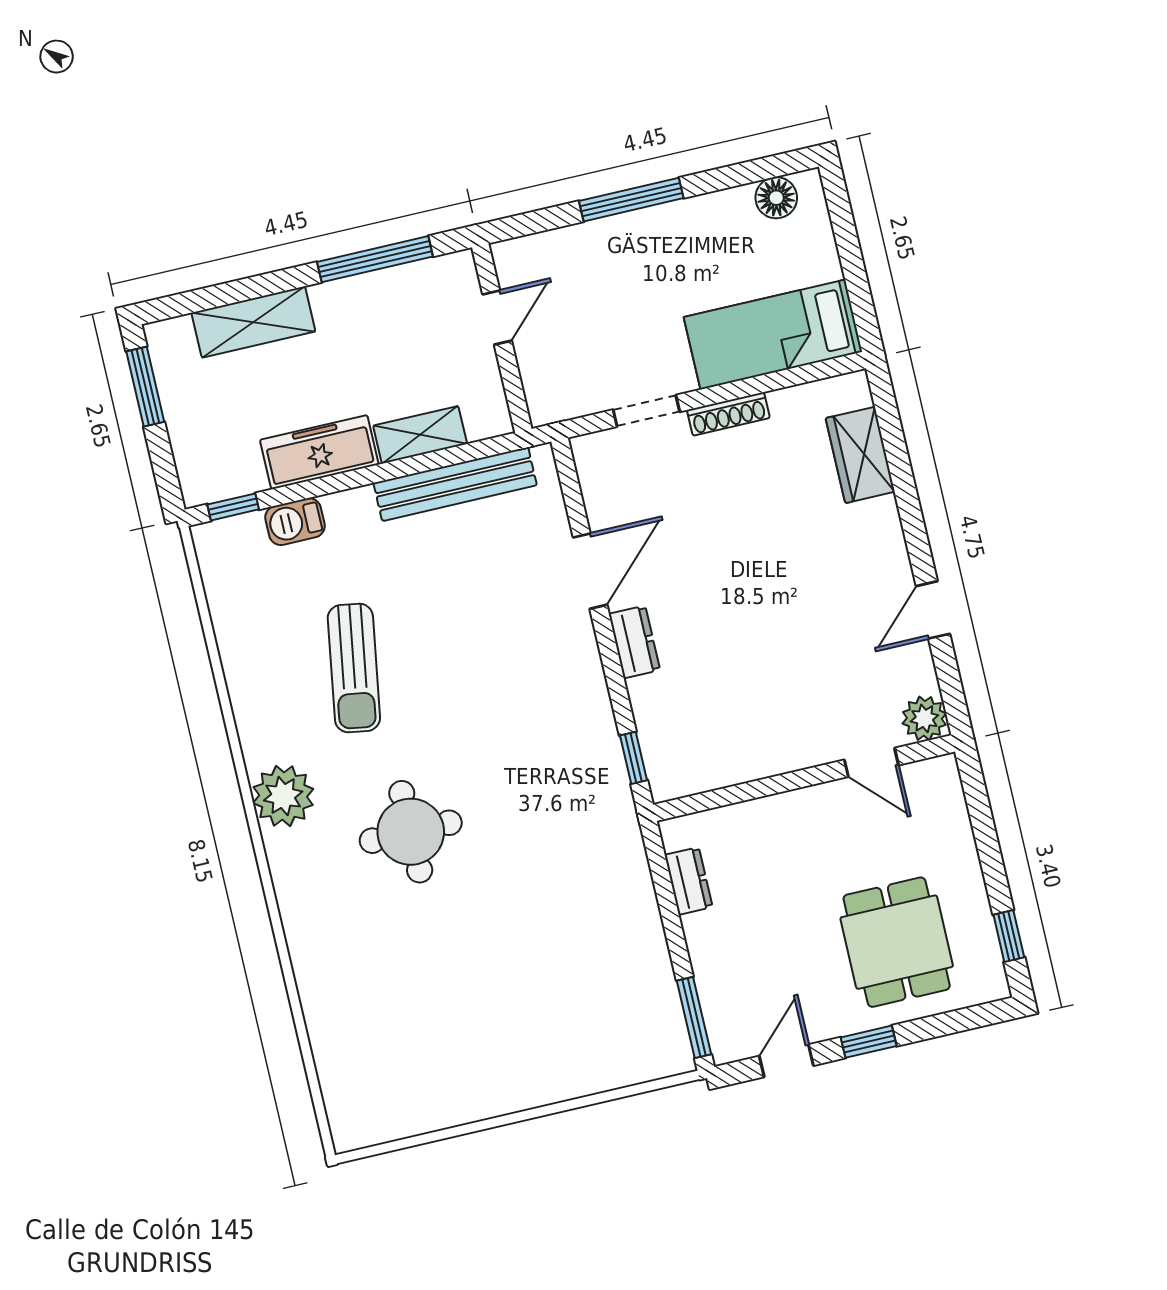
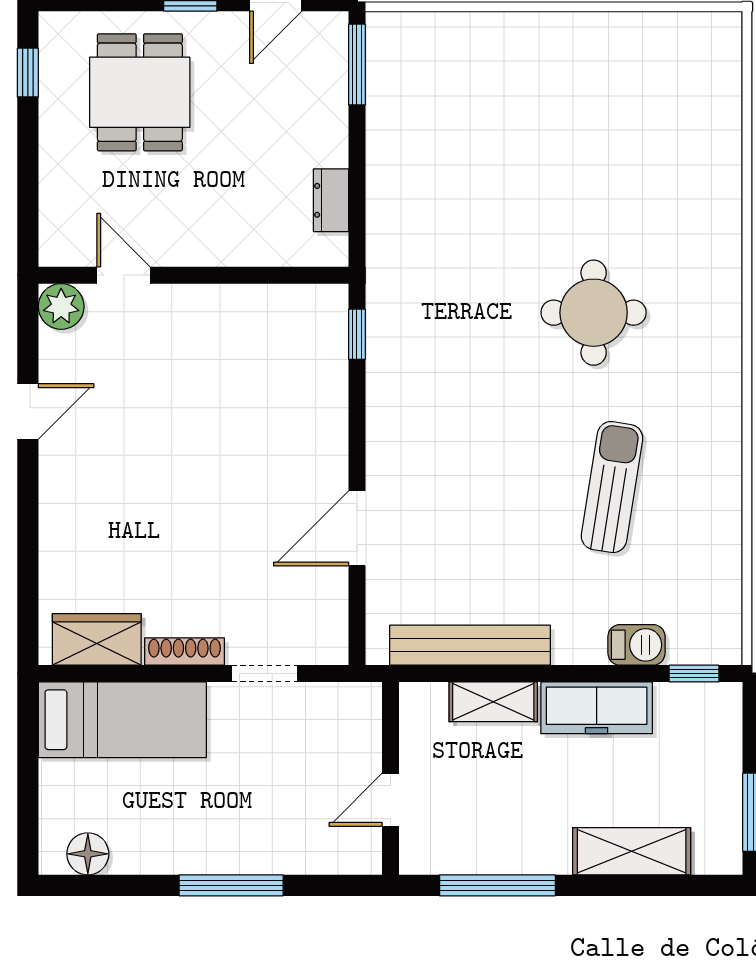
wardrobe: (860, 455) -> (97, 639), moved, turned -90
dresser: (634, 642) -> (330, 448), removed
plant: (283, 796) -> (711, 377), removed

